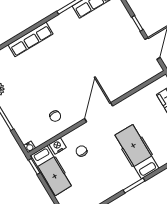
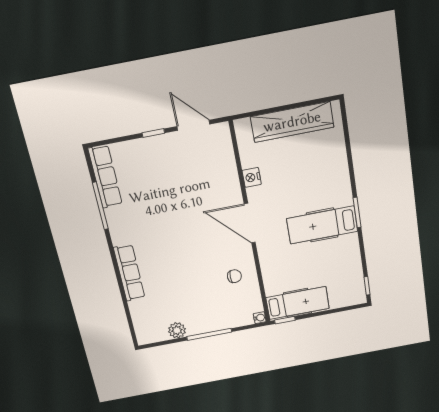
nightstand: (58, 146) -> (252, 177), moved
chair: (82, 151) -> (289, 260), removed
hospital bed: (137, 152) -> (322, 225), moved

